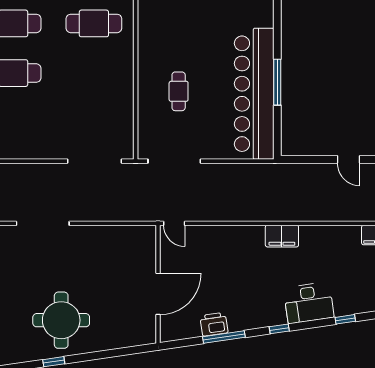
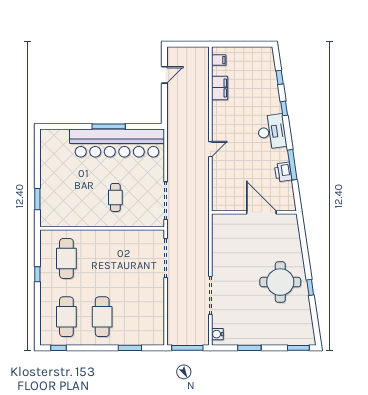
cafe table: (179, 91) -> (115, 197), turned 90
door: (174, 223) -> (210, 149), moved
filing cabinet: (282, 236) -> (220, 88), moved
desk: (309, 303) -> (272, 132), moved
window: (279, 329) -> (284, 108), moved

